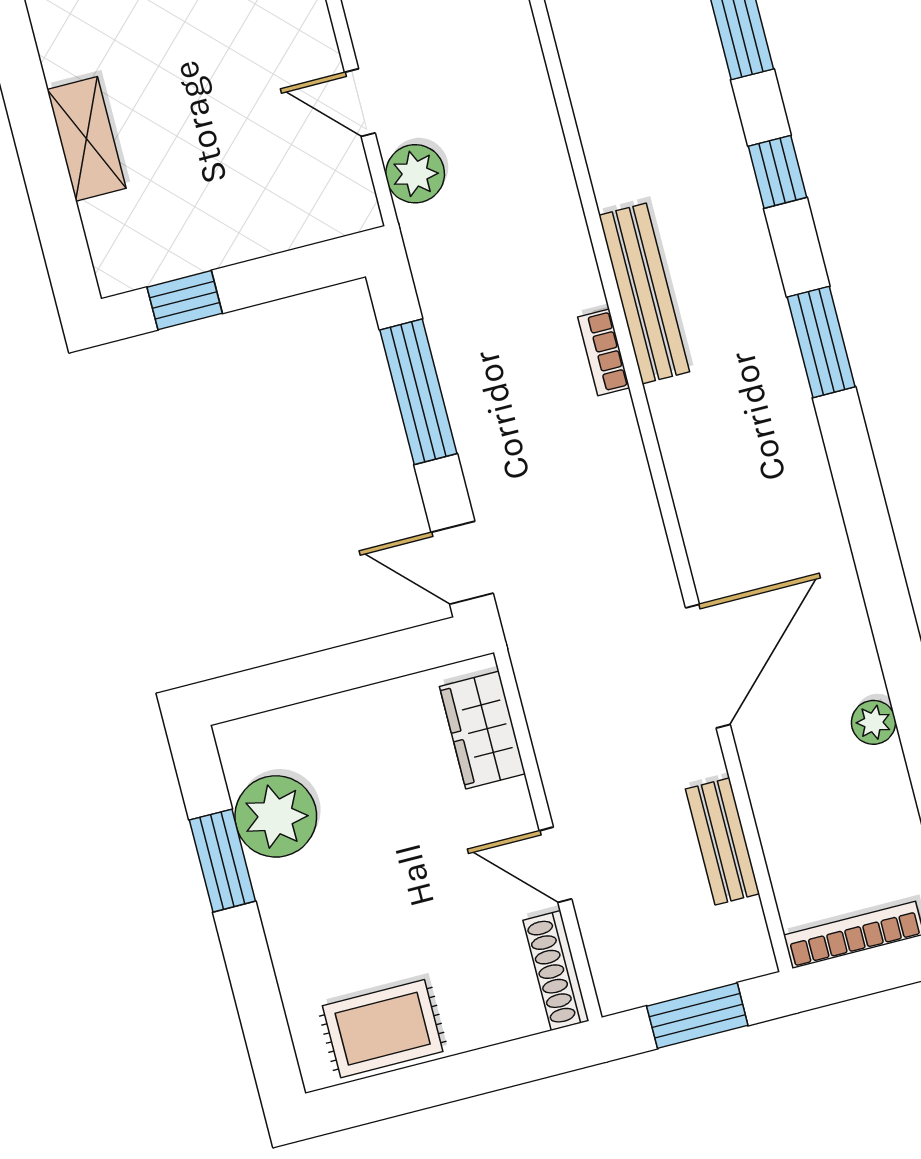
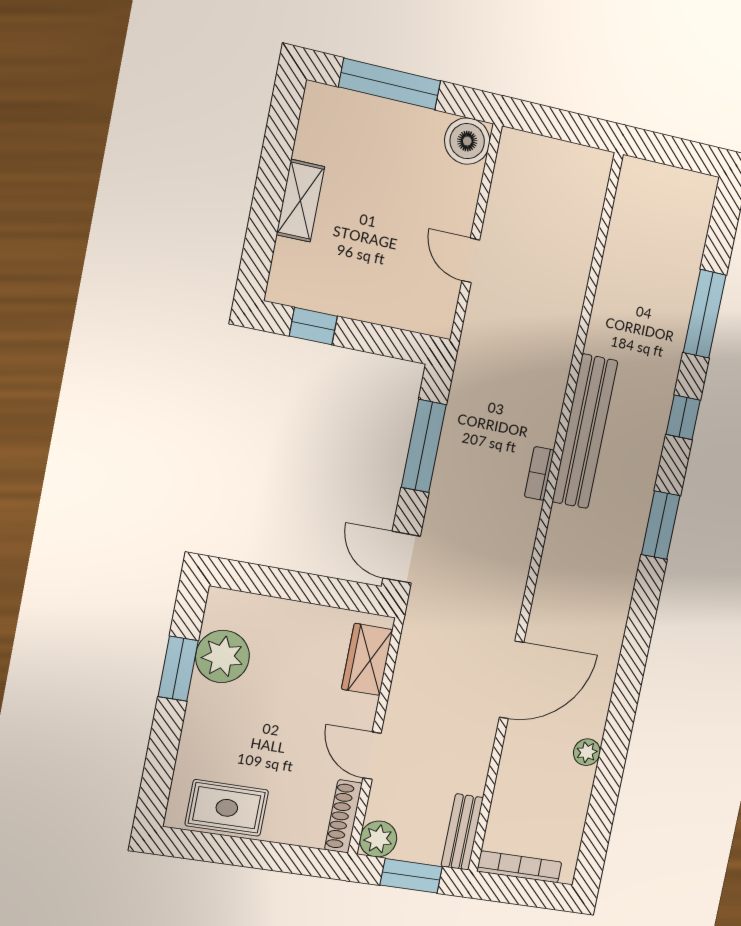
plant: (415, 174) -> (378, 839), moved
bench: (644, 293) -> (585, 431), width x1.37, depth x1.21
bench: (722, 841) -> (462, 832), moved

